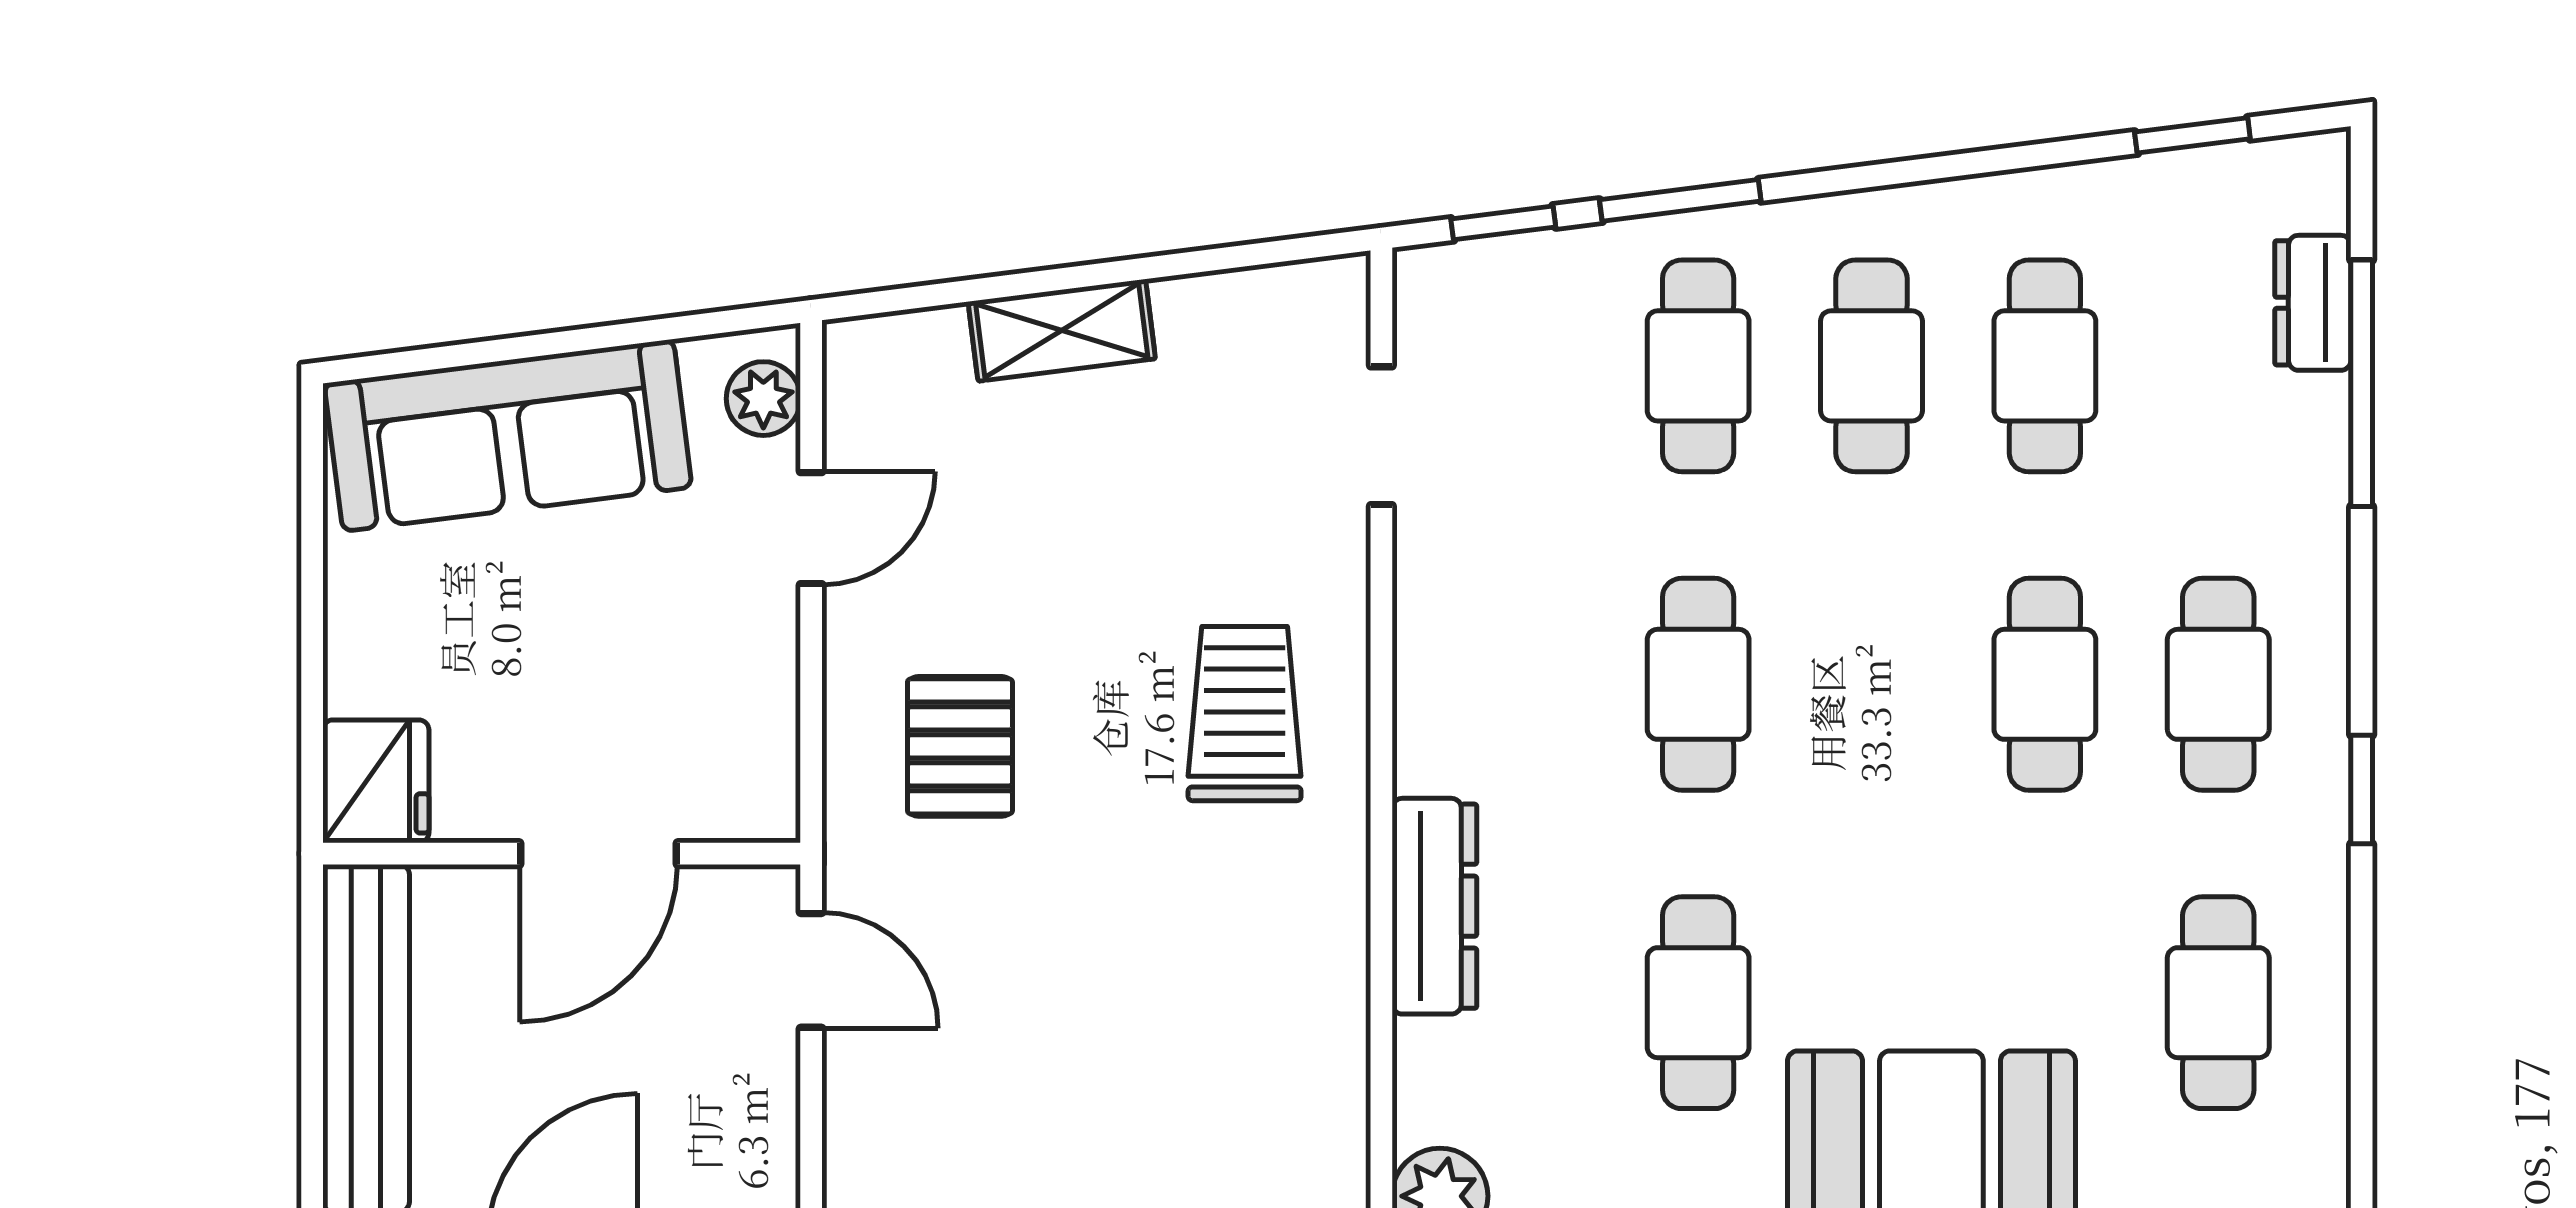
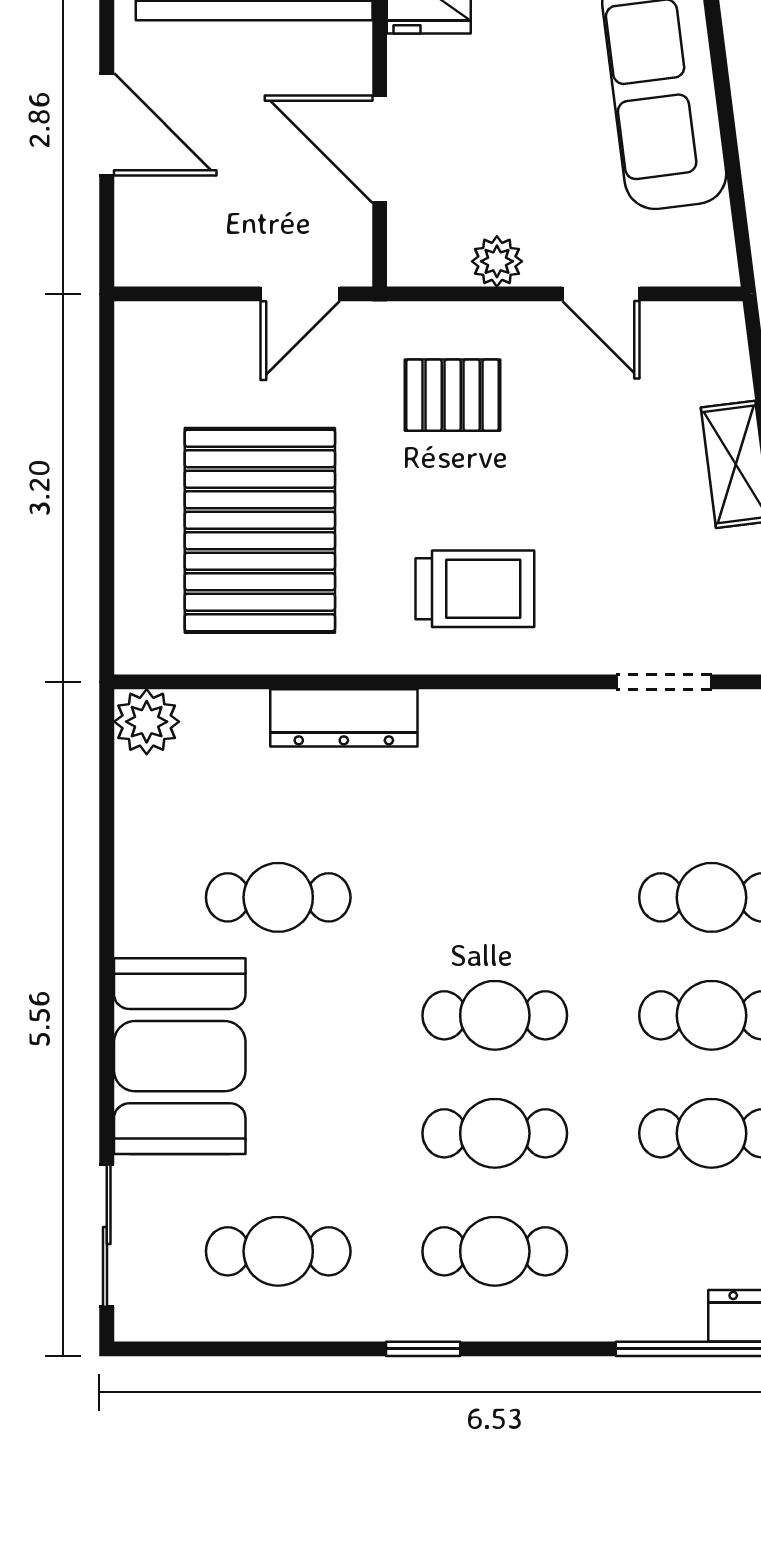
plant: (763, 399) -> (497, 261), moved
cafe table: (1698, 684) -> (495, 1015), moved
pallet: (1159, 1030) -> (260, 530), added

